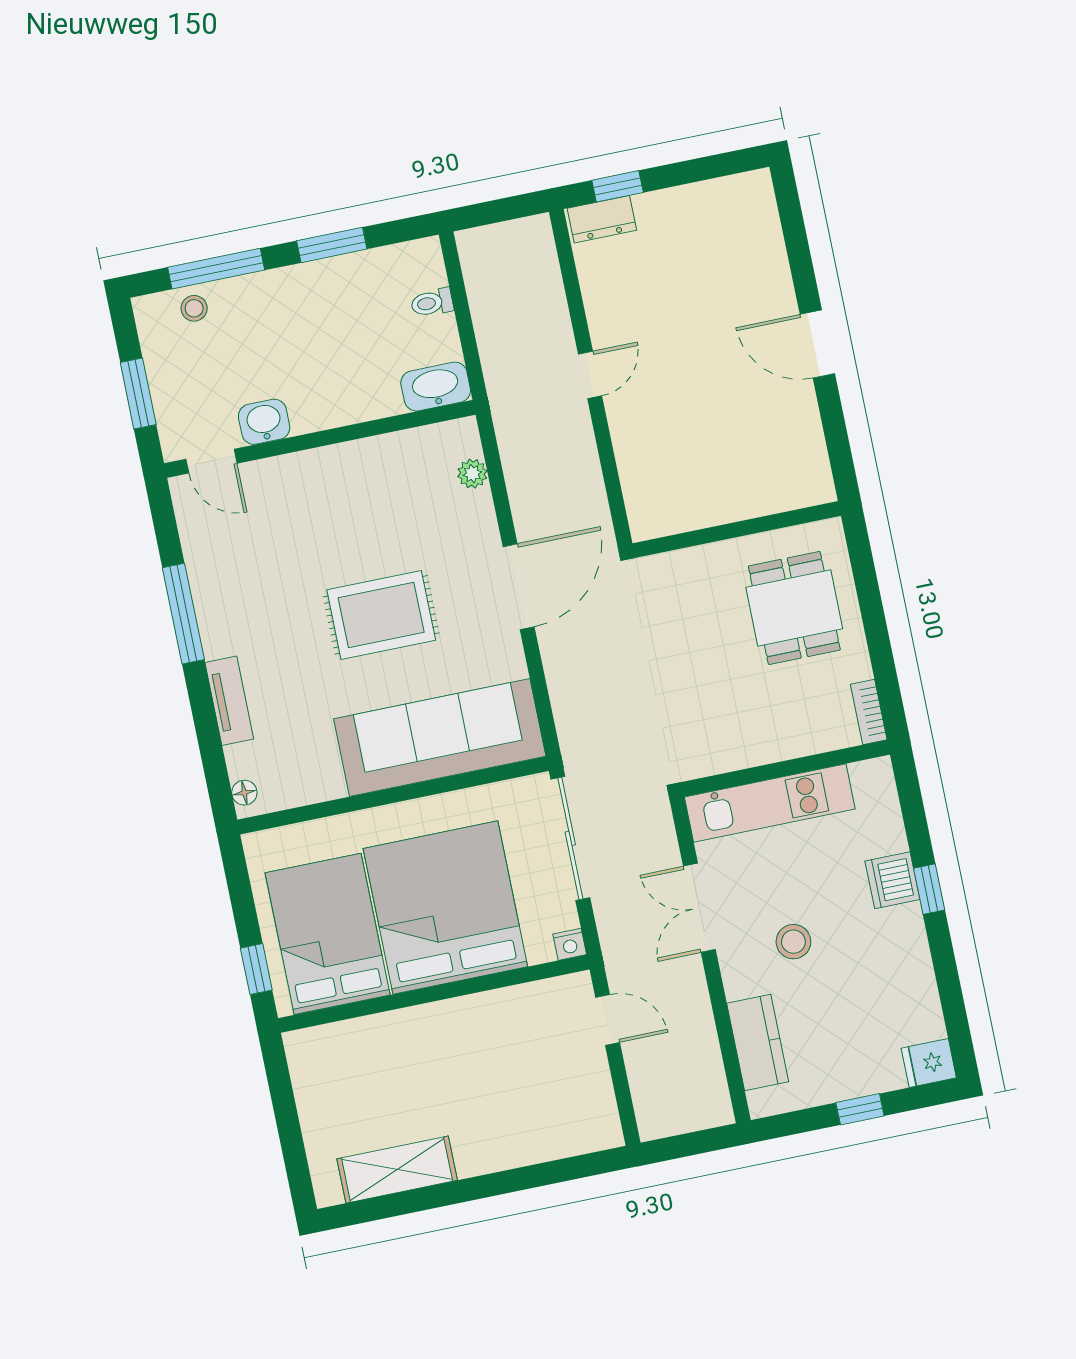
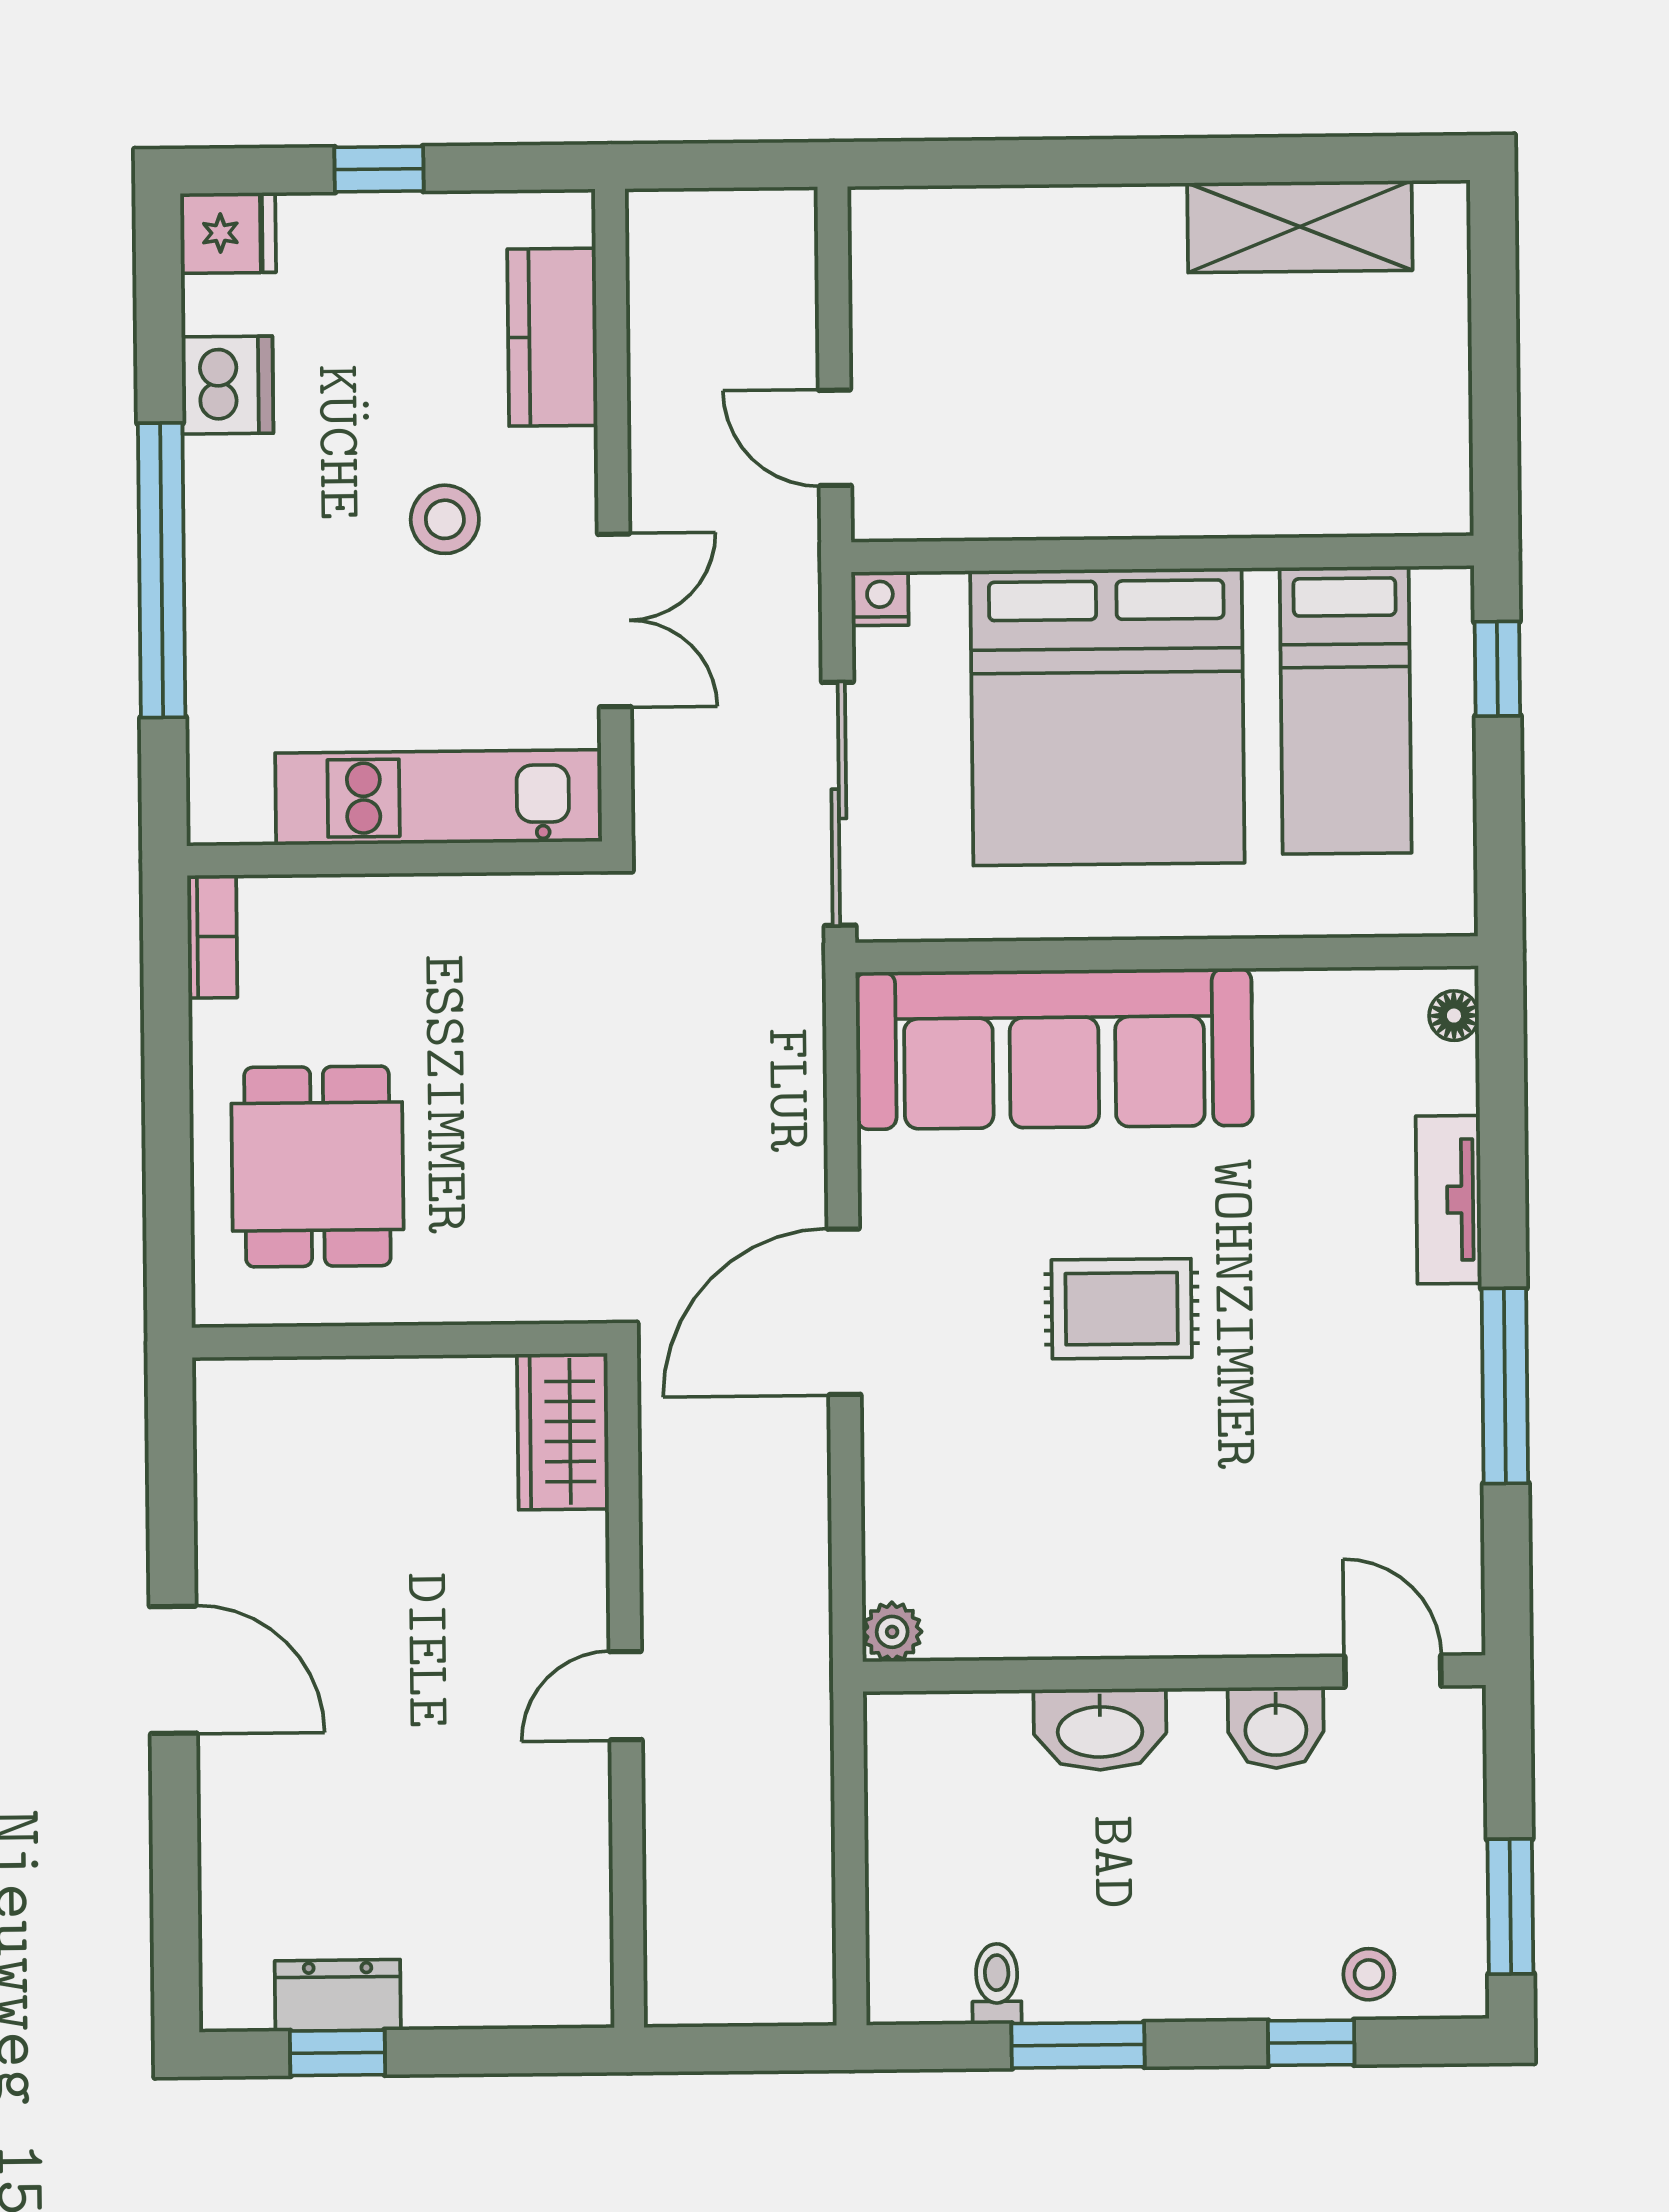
window: (618, 186) -> (337, 2053), moved
dresser: (602, 219) -> (338, 1995), moved
window: (216, 269) -> (1311, 2043), width x0.46
toilet: (432, 303) -> (997, 1984), moved, turned -90
washbasin: (436, 387) -> (1100, 1730), moved
window: (138, 394) -> (1510, 1907), moved
plant: (472, 474) -> (892, 1632), moved
wardrobe: (647, 500) -> (563, 1432), added
rug: (381, 615) -> (1122, 1309), width x0.73, depth x0.70
dishwasher: (892, 880) -> (227, 385), moved
window: (929, 889) -> (162, 570), width x3.17
bed: (328, 934) -> (1346, 710), width x0.67

